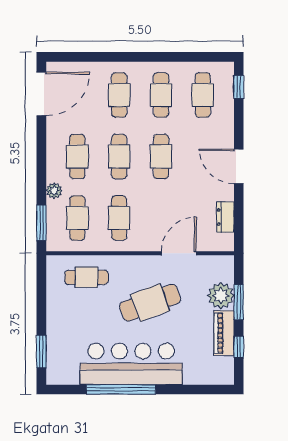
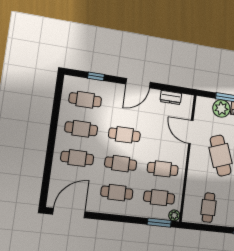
window: (239, 87) -> (96, 76), moved
door: (41, 94) -> (69, 213), hinge flipped
plant: (54, 191) -> (174, 215), moved
cafe table: (87, 277) -> (209, 208), moved

